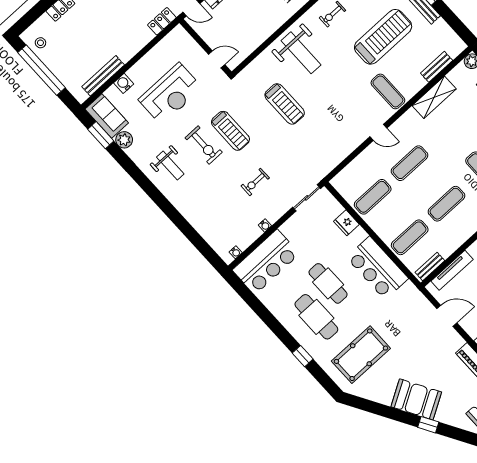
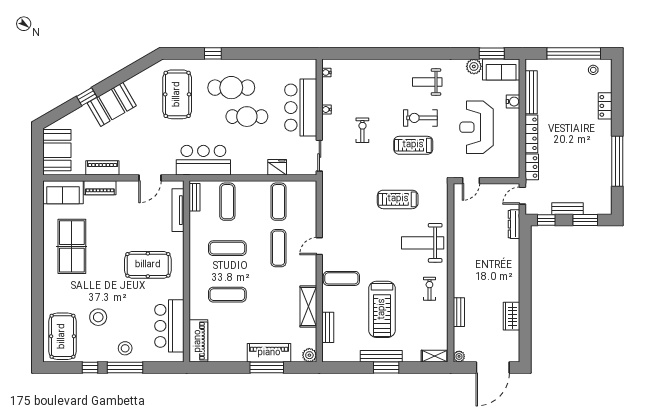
locker: (136, 45) -> (531, 134), added
exercise mat: (446, 204) -> (227, 248), turned 90
bar counter: (266, 262) -> (301, 108), moved
bar counter: (377, 268) -> (203, 160), moved

